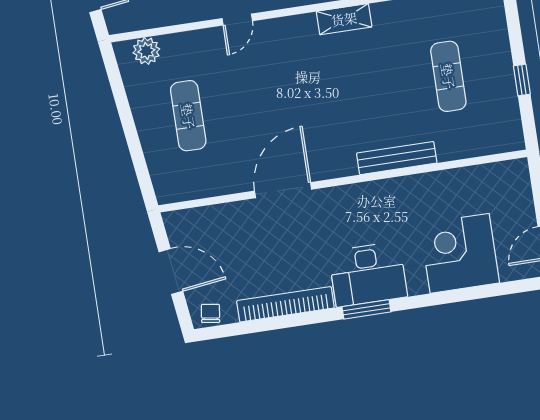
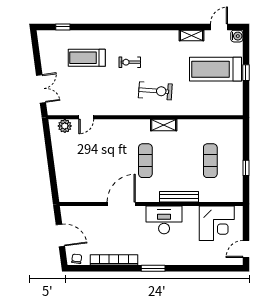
door: (237, 20) -> (86, 117), moved
exercise mat: (188, 116) -> (145, 161), moved
corner desk: (460, 253) -> (217, 223), moved, turned 180
desk: (368, 274) -> (164, 220), moved, turned 180

